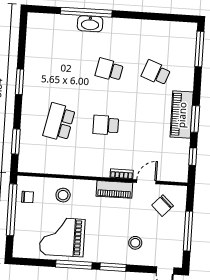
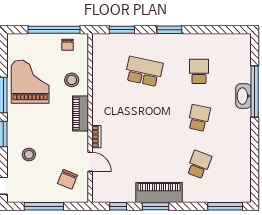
window: (20, 82) -> (169, 30), moved
school desk: (106, 125) -> (199, 71), moved
piano: (114, 189) -> (80, 113), moved
chair: (163, 206) -> (68, 179), turned -111

